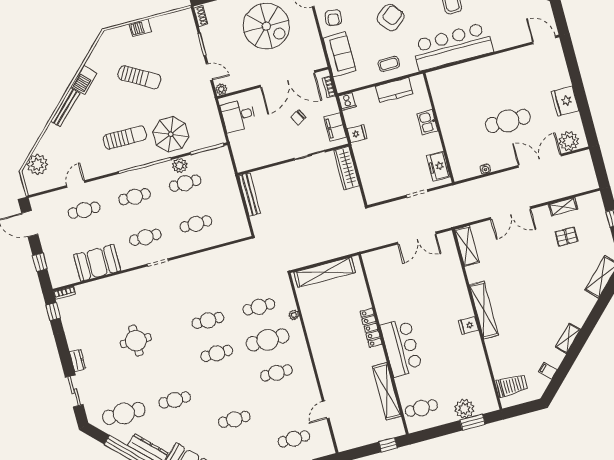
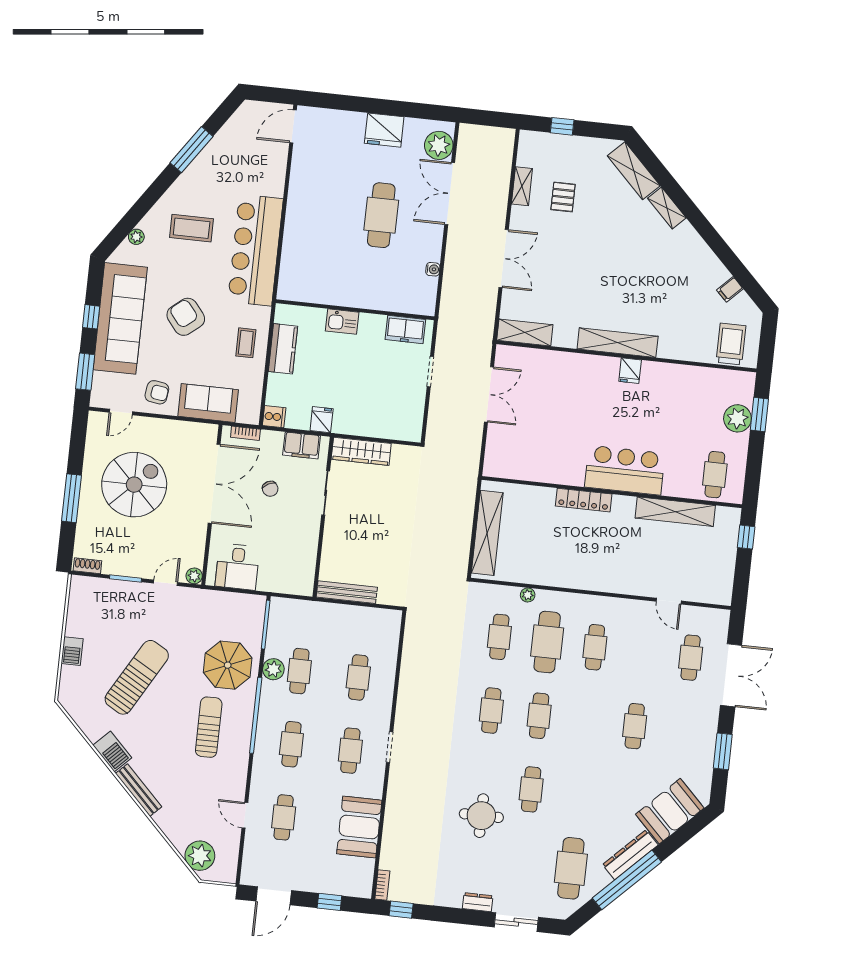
sun lounger: (139, 77) -> (137, 677), width x1.36, depth x1.34
shelving: (568, 338) -> (667, 208), moved
cafe table: (175, 400) -> (531, 789), moved

